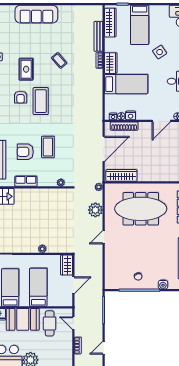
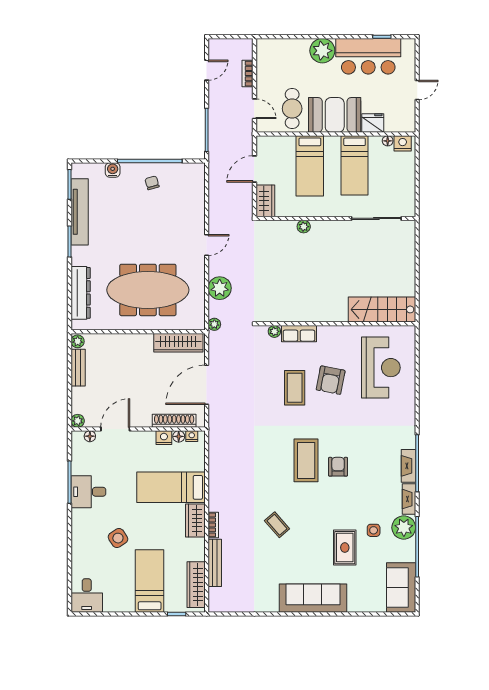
rug: (26, 69) -> (345, 548), moved
armchair: (25, 152) -> (331, 380), turned 101
row of seats: (26, 181) -> (299, 334), moved

